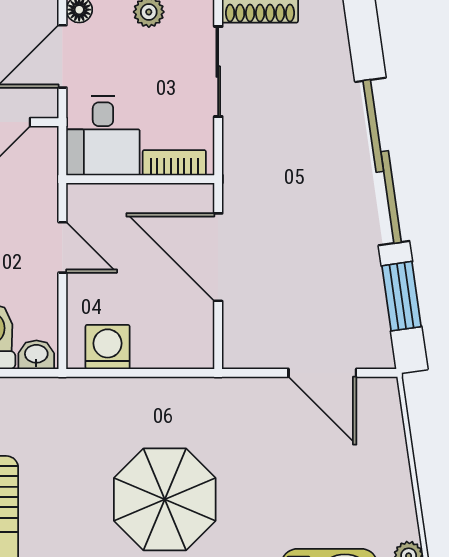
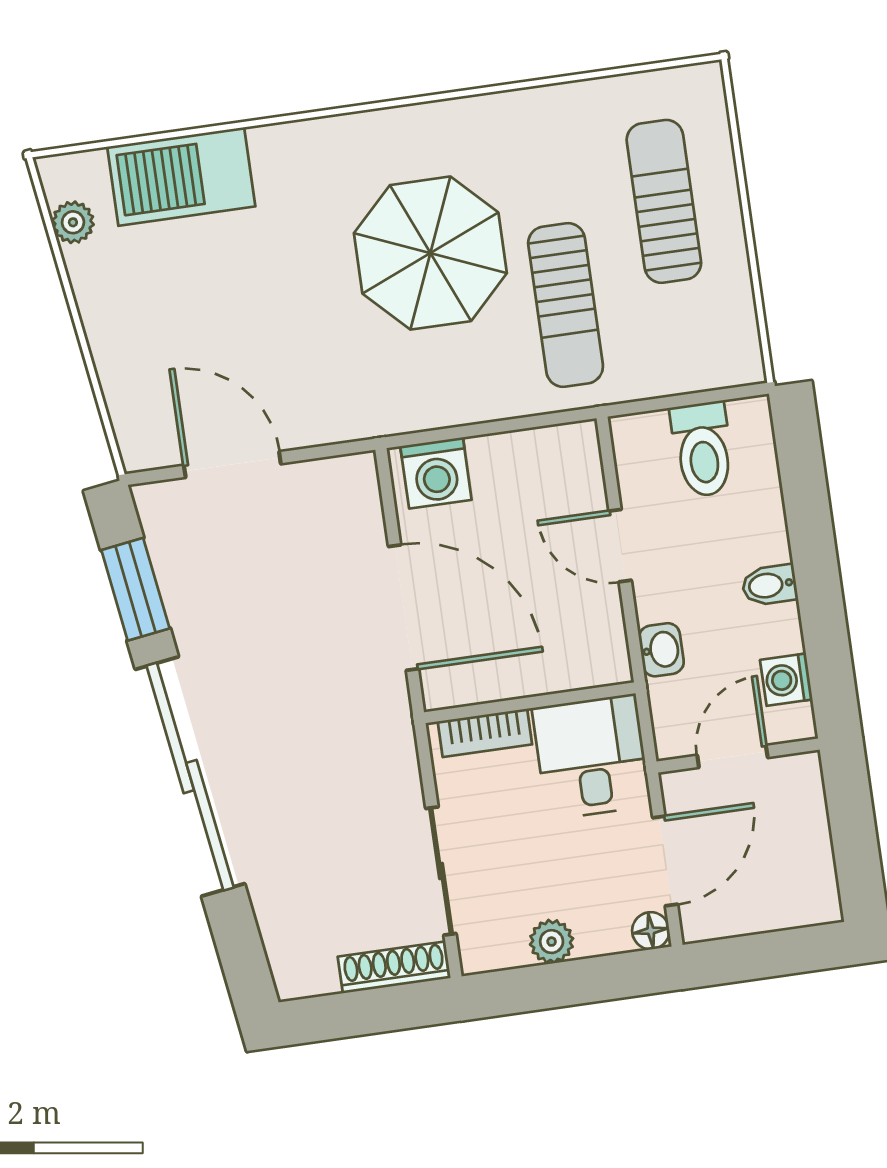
door: (62, 247) -> (620, 546), moved
washing machine: (108, 347) -> (436, 473), moved
washbasin: (36, 355) -> (661, 650), moved, turned -90
sun lounger: (77, 450) -> (566, 305), added

